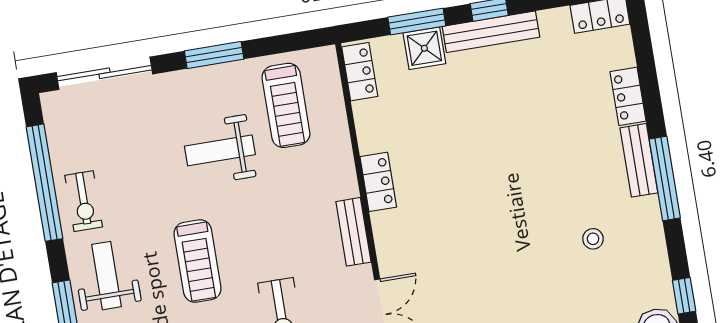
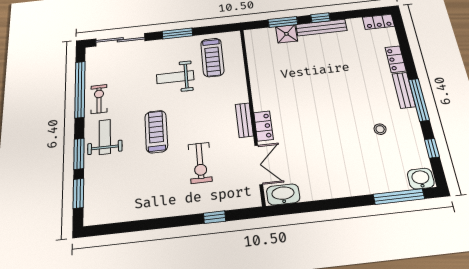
locker: (360, 72) -> (252, 43), removed
locker: (378, 182) -> (263, 126), moved
exercise bike: (84, 201) -> (99, 99), turned 180
treadmill: (198, 261) -> (156, 132), turned 180
window: (684, 296) -> (432, 148), moved

